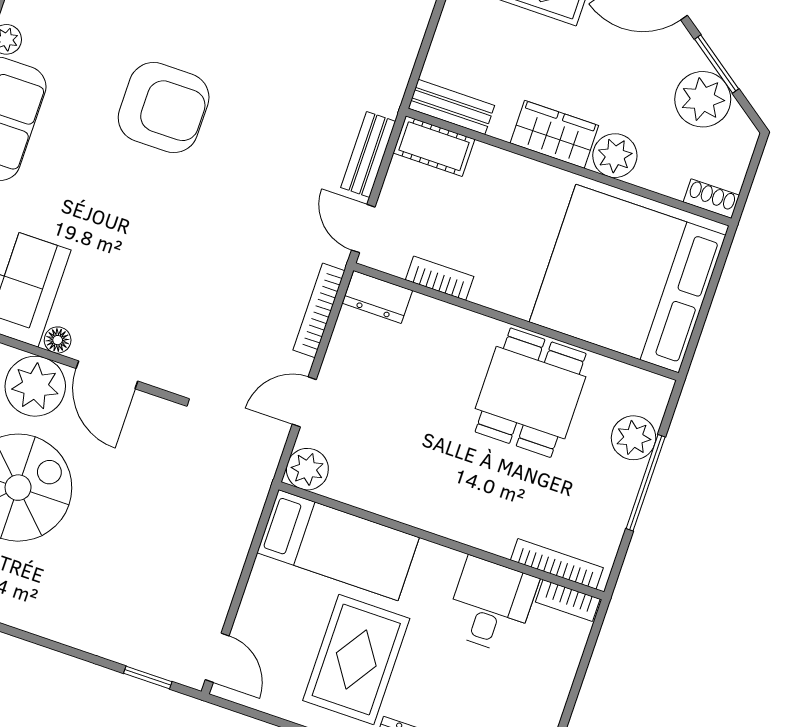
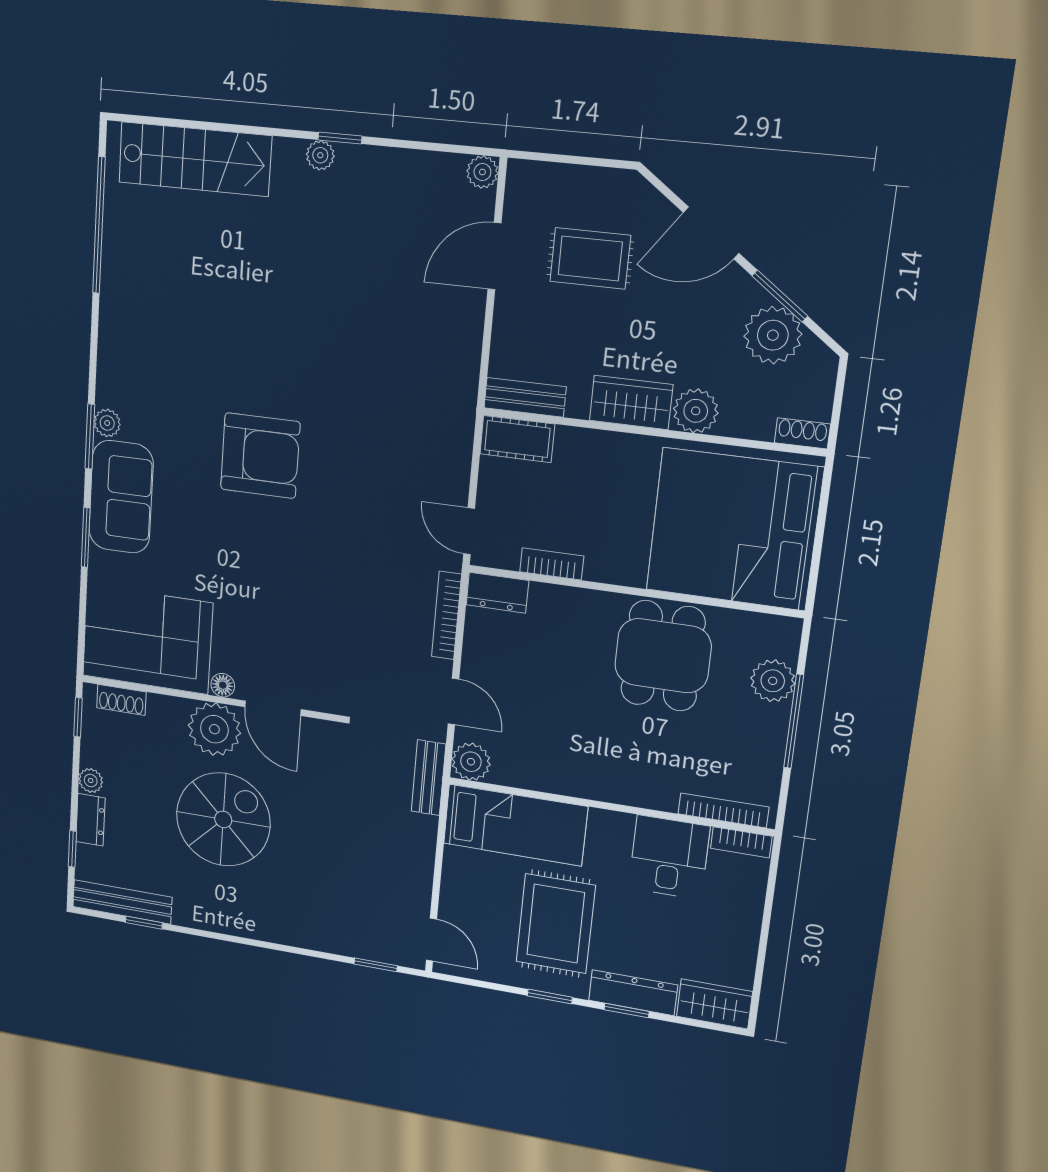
bench: (368, 154) -> (429, 778), moved
door: (304, 402) -> (453, 701), swing flipped

